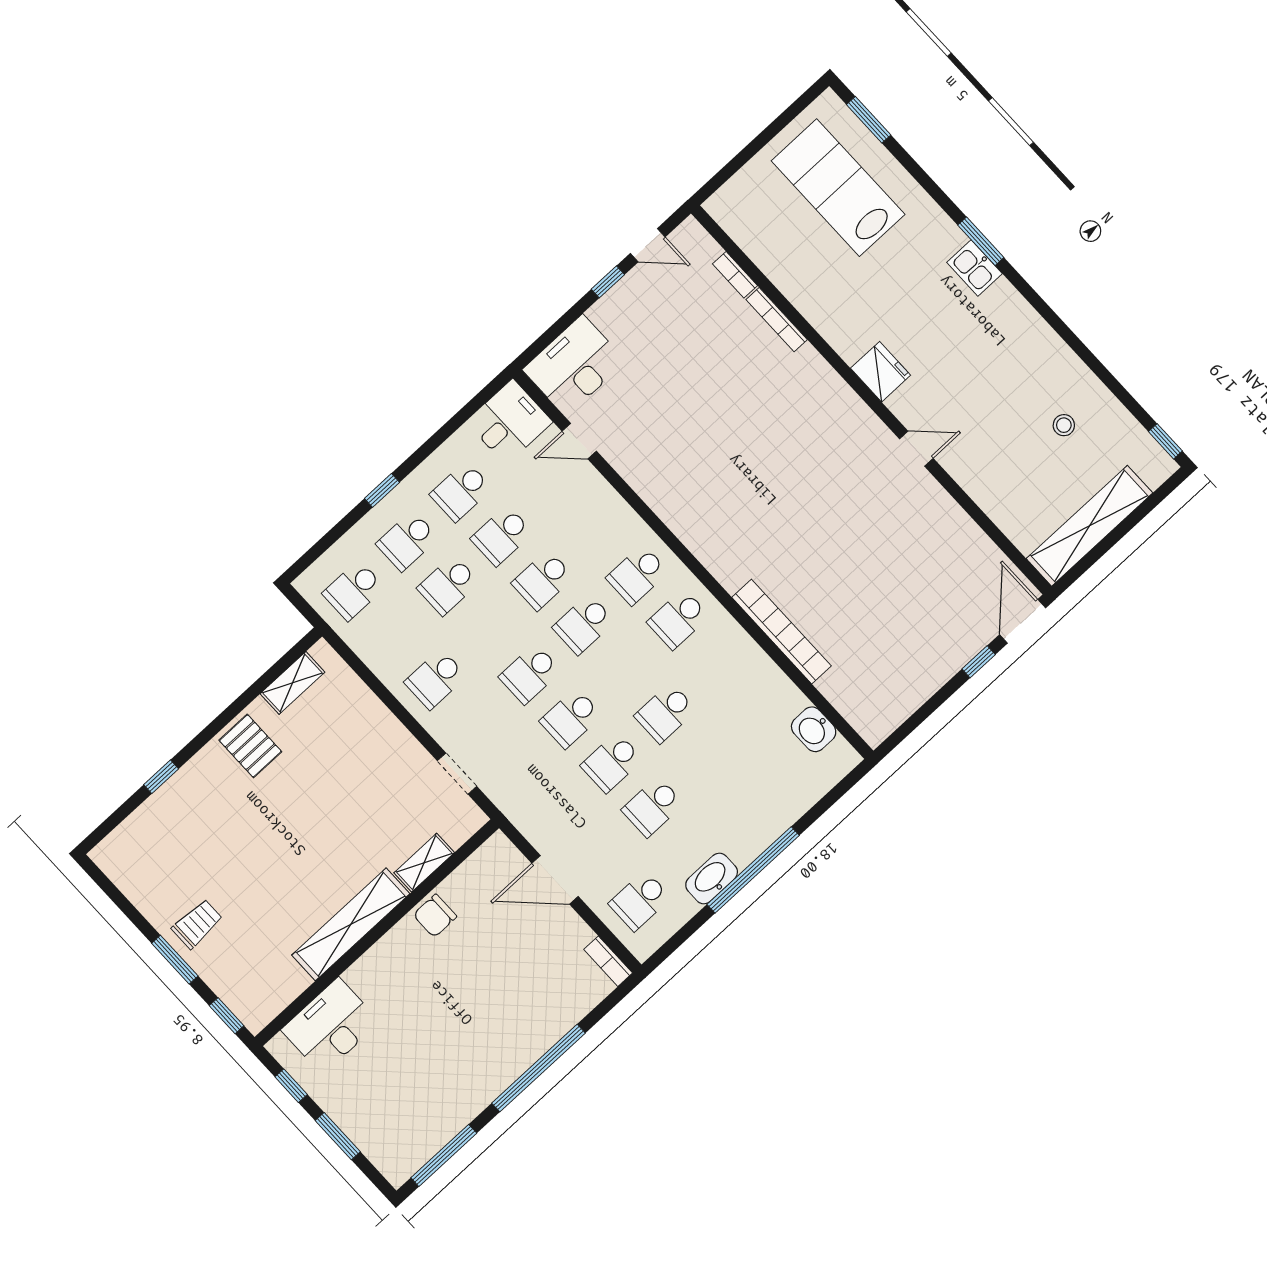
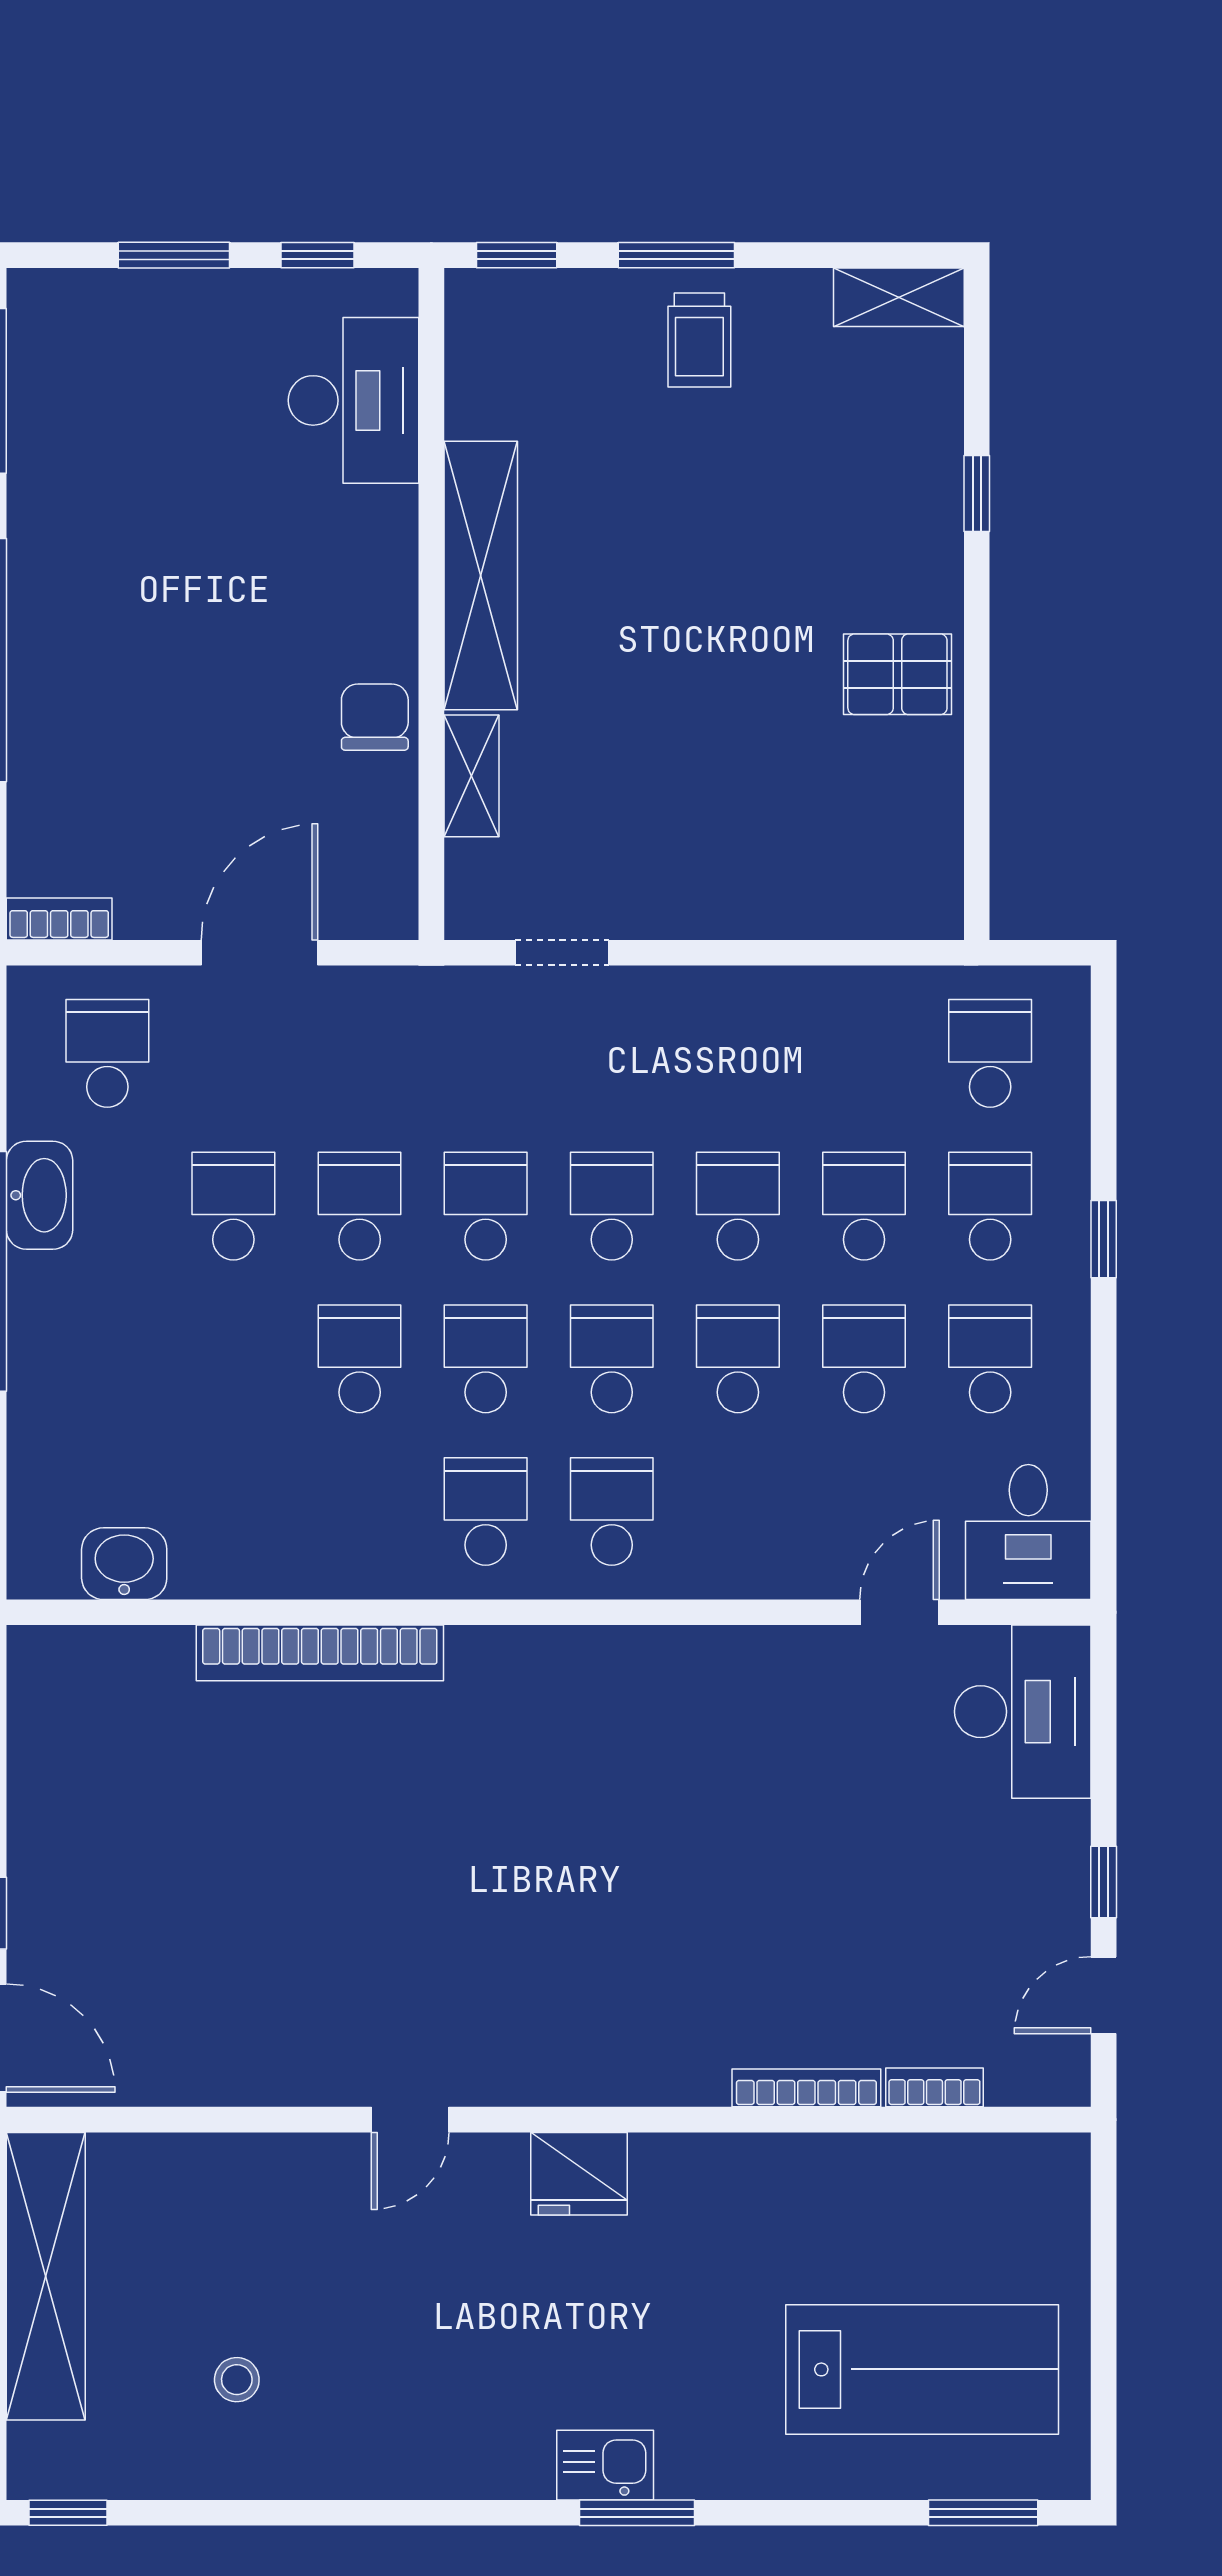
school desk: (624, 669) -> (486, 1359), added
school desk: (435, 679) -> (738, 1206), moved
shelving: (292, 683) -> (899, 297), moved, turned 90

